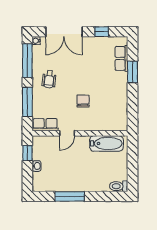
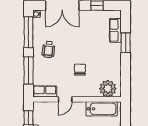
plant: (113, 122) -> (108, 89), added

